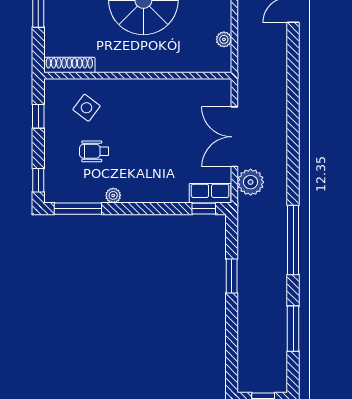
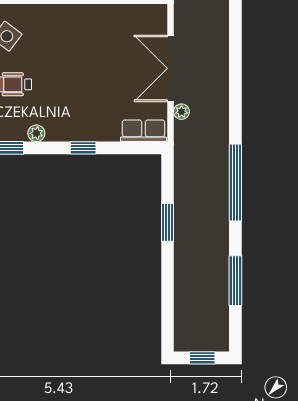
plant: (251, 182) -> (181, 112), width x0.53, depth x0.53
window: (204, 209) -> (83, 148), moved

